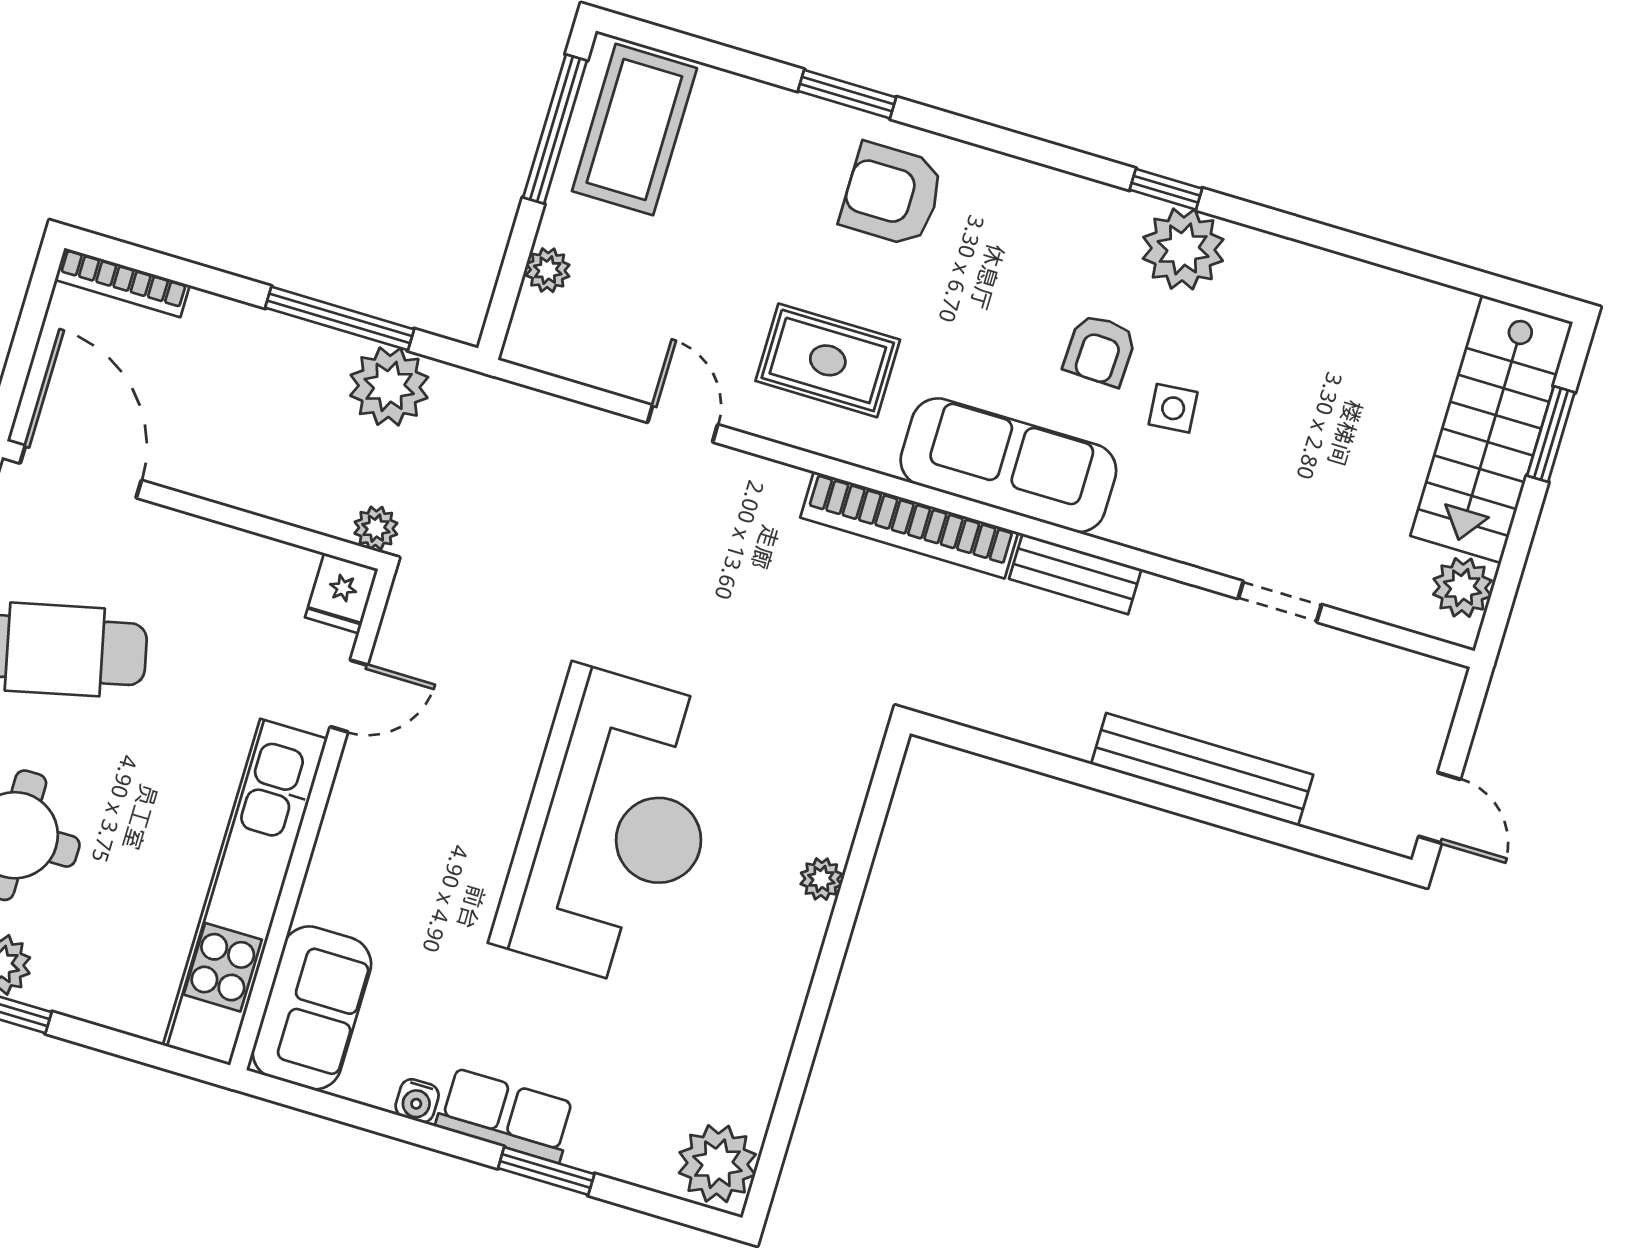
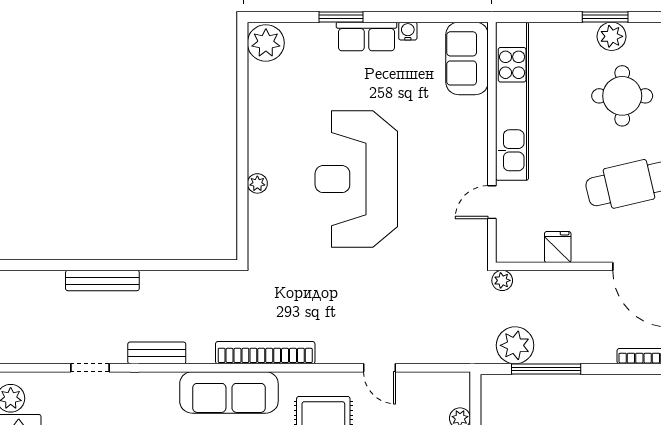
bench: (1075, 574) -> (157, 353), moved
fridge: (342, 593) -> (558, 247), moved
bench: (1202, 769) -> (102, 281), width x0.73, depth x0.82

